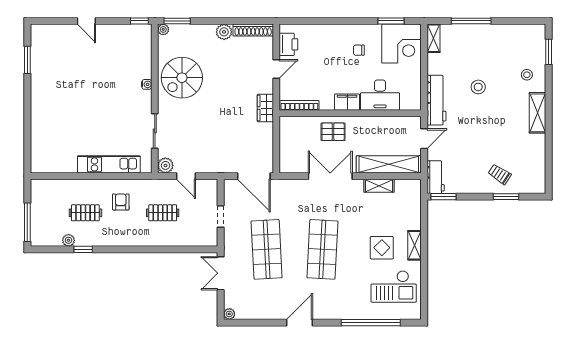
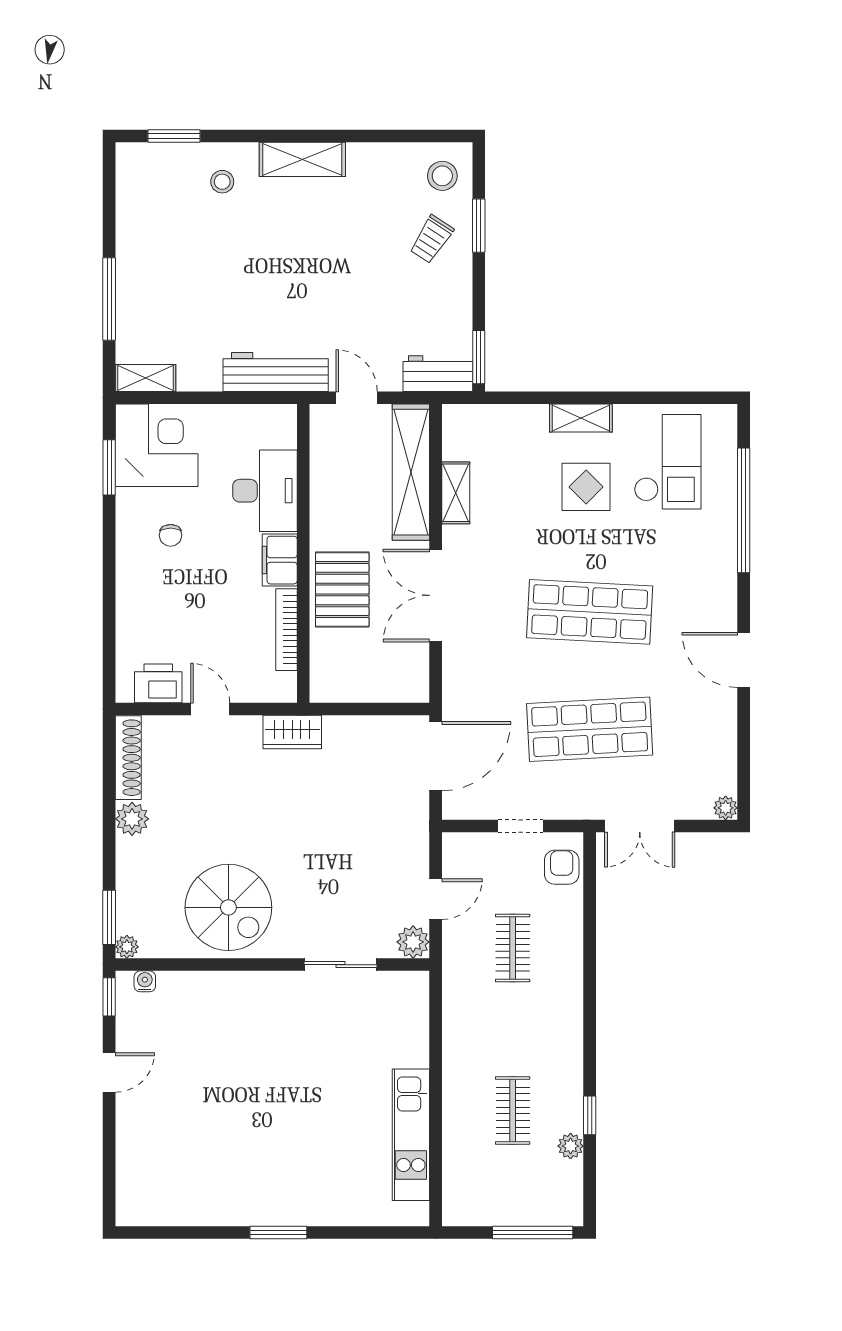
door: (86, 21) -> (109, 1072), moved
window: (27, 60) -> (278, 1233), moved
water cooler: (147, 84) -> (145, 981), moved
stool: (478, 87) -> (442, 176), moved
bookcase: (299, 105) -> (286, 630), moved
pallet: (333, 132) -> (342, 590), width x1.50, depth x1.42
kitchen unit: (109, 164) -> (411, 1135), moved
armchair: (121, 202) -> (562, 867), moved, turned 90

